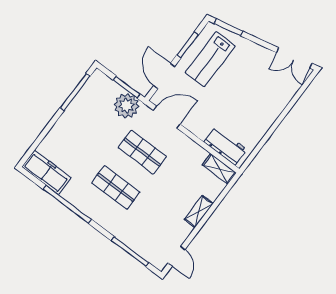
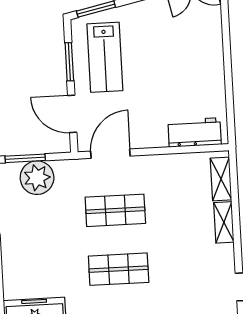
window: (127, 87) -> (25, 158), moved
plant: (126, 106) -> (37, 178), moved
shelving: (219, 169) -> (221, 179), moved, turned 90

